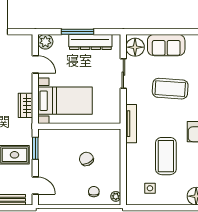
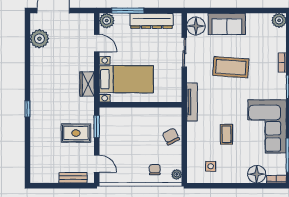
window: (77, 32) -> (128, 11), moved
coffee table: (166, 156) -> (227, 134), width x0.54, depth x0.58
chair: (86, 159) -> (171, 136), moved

